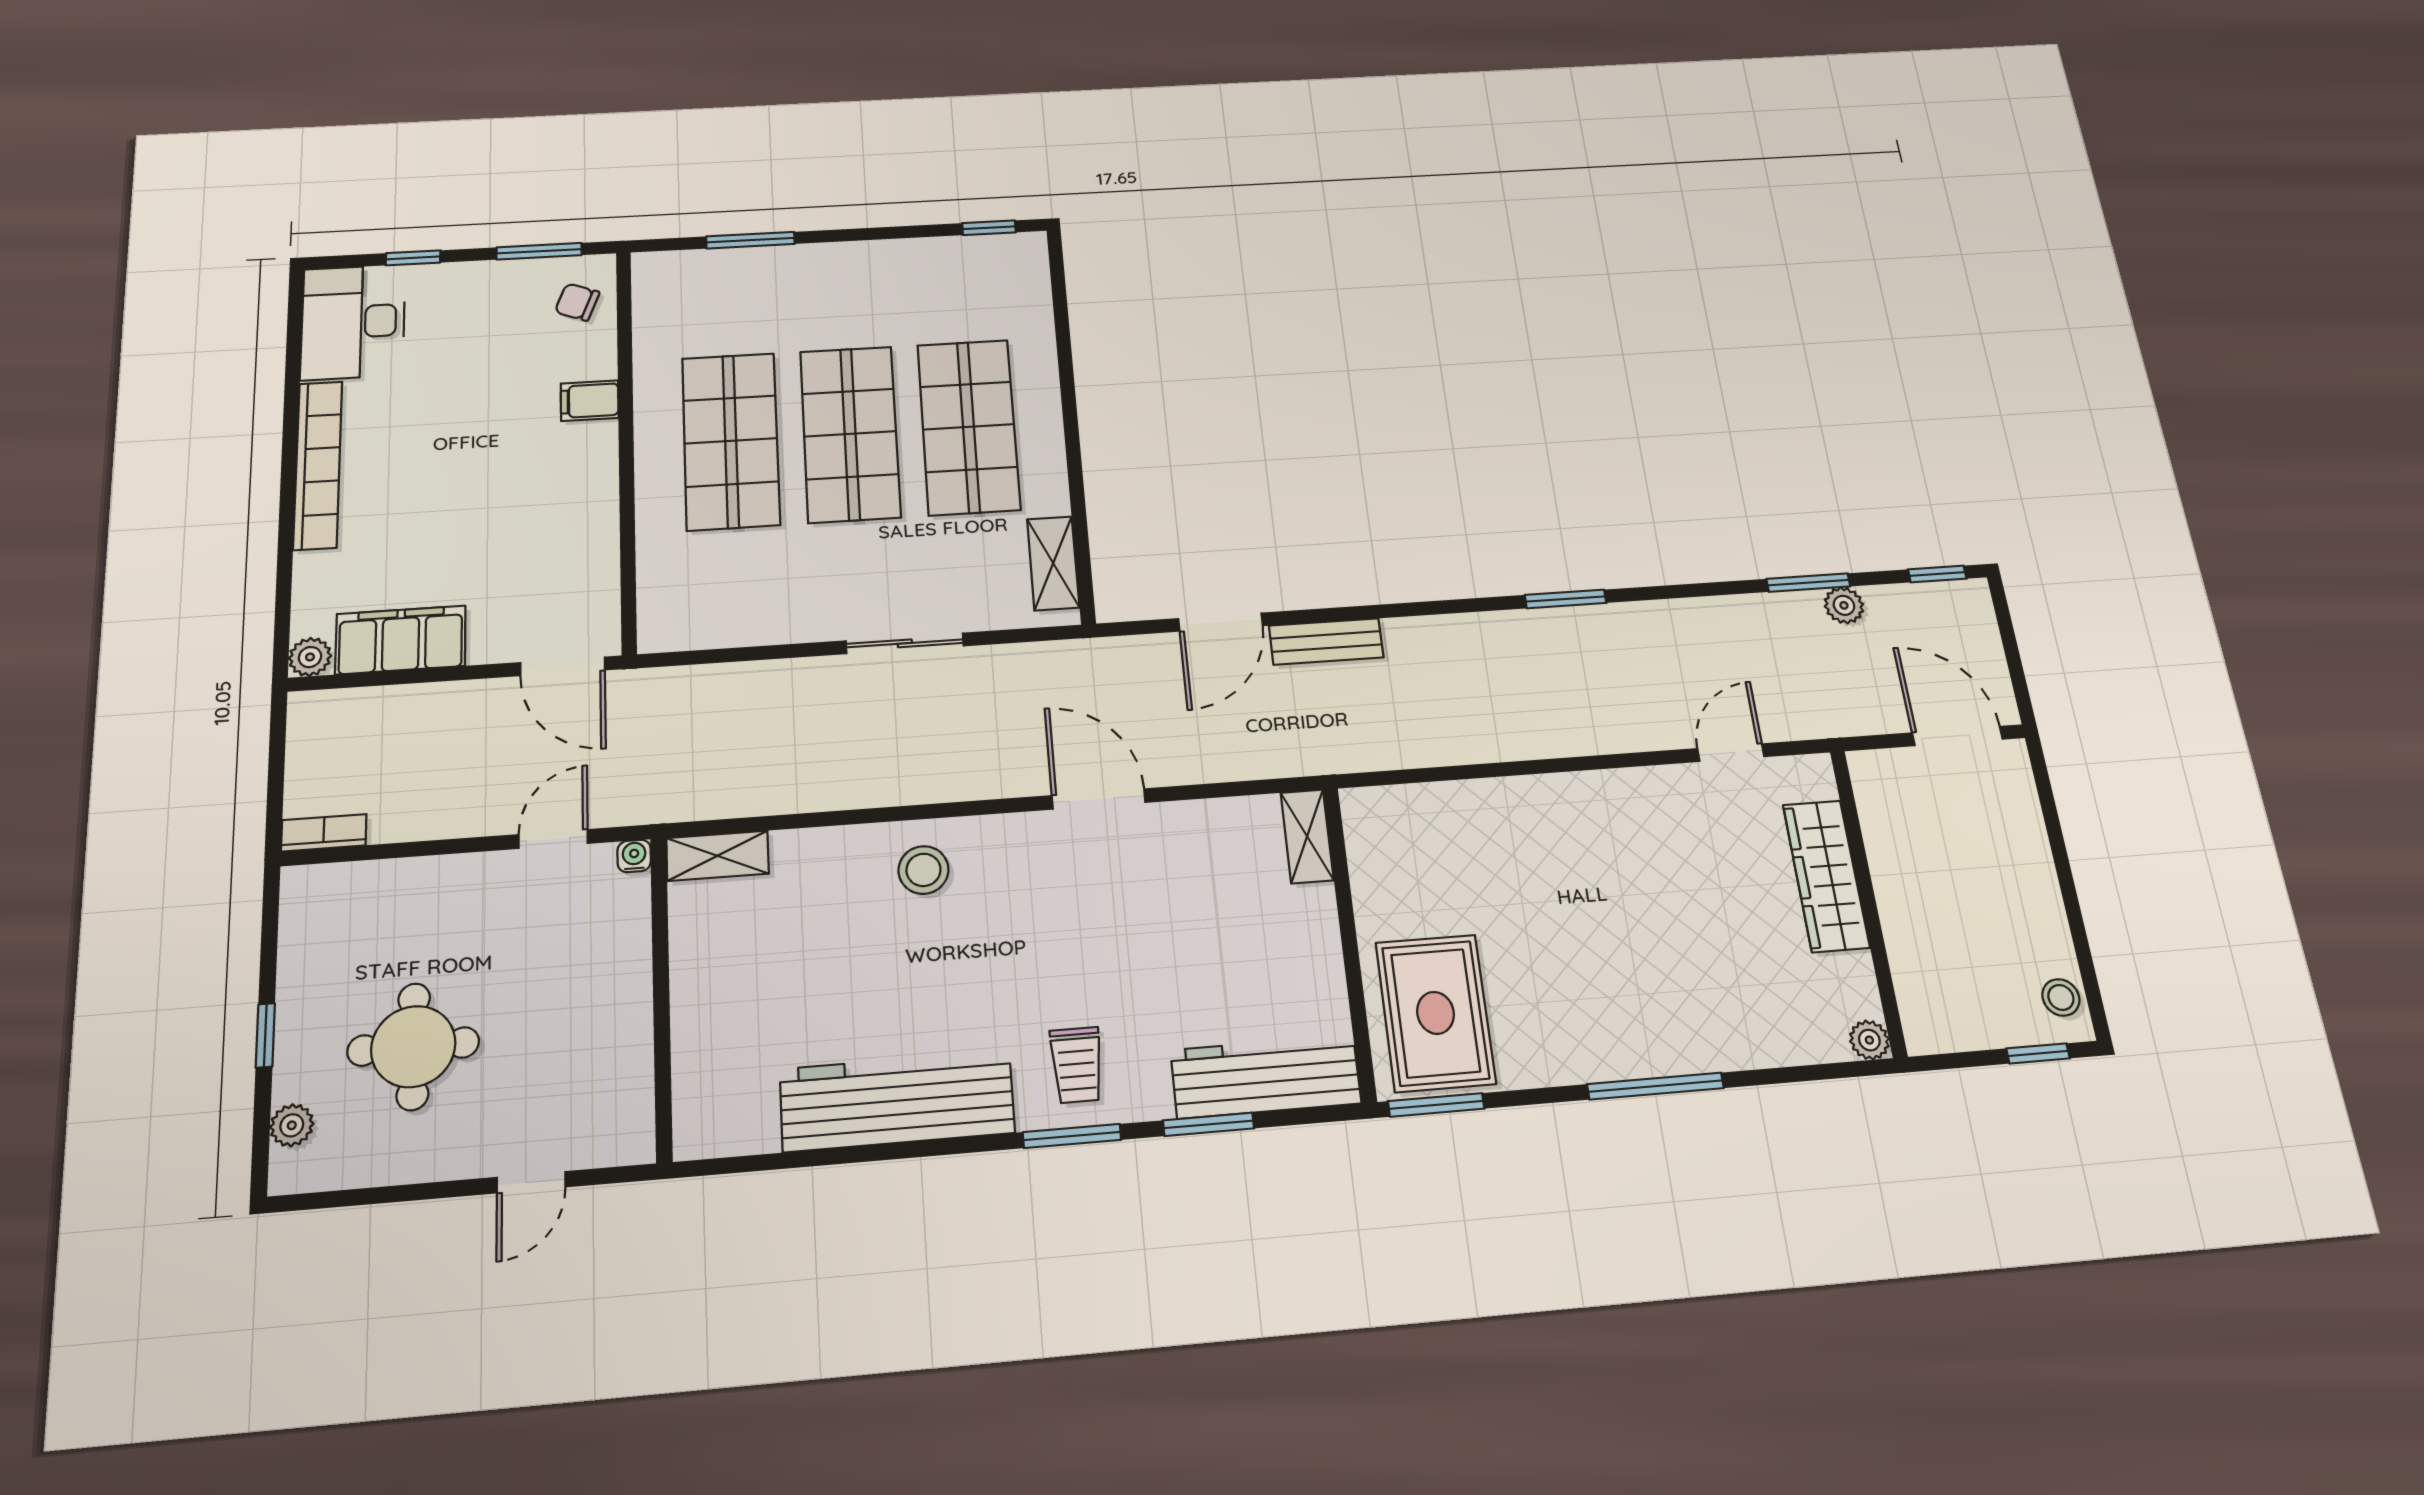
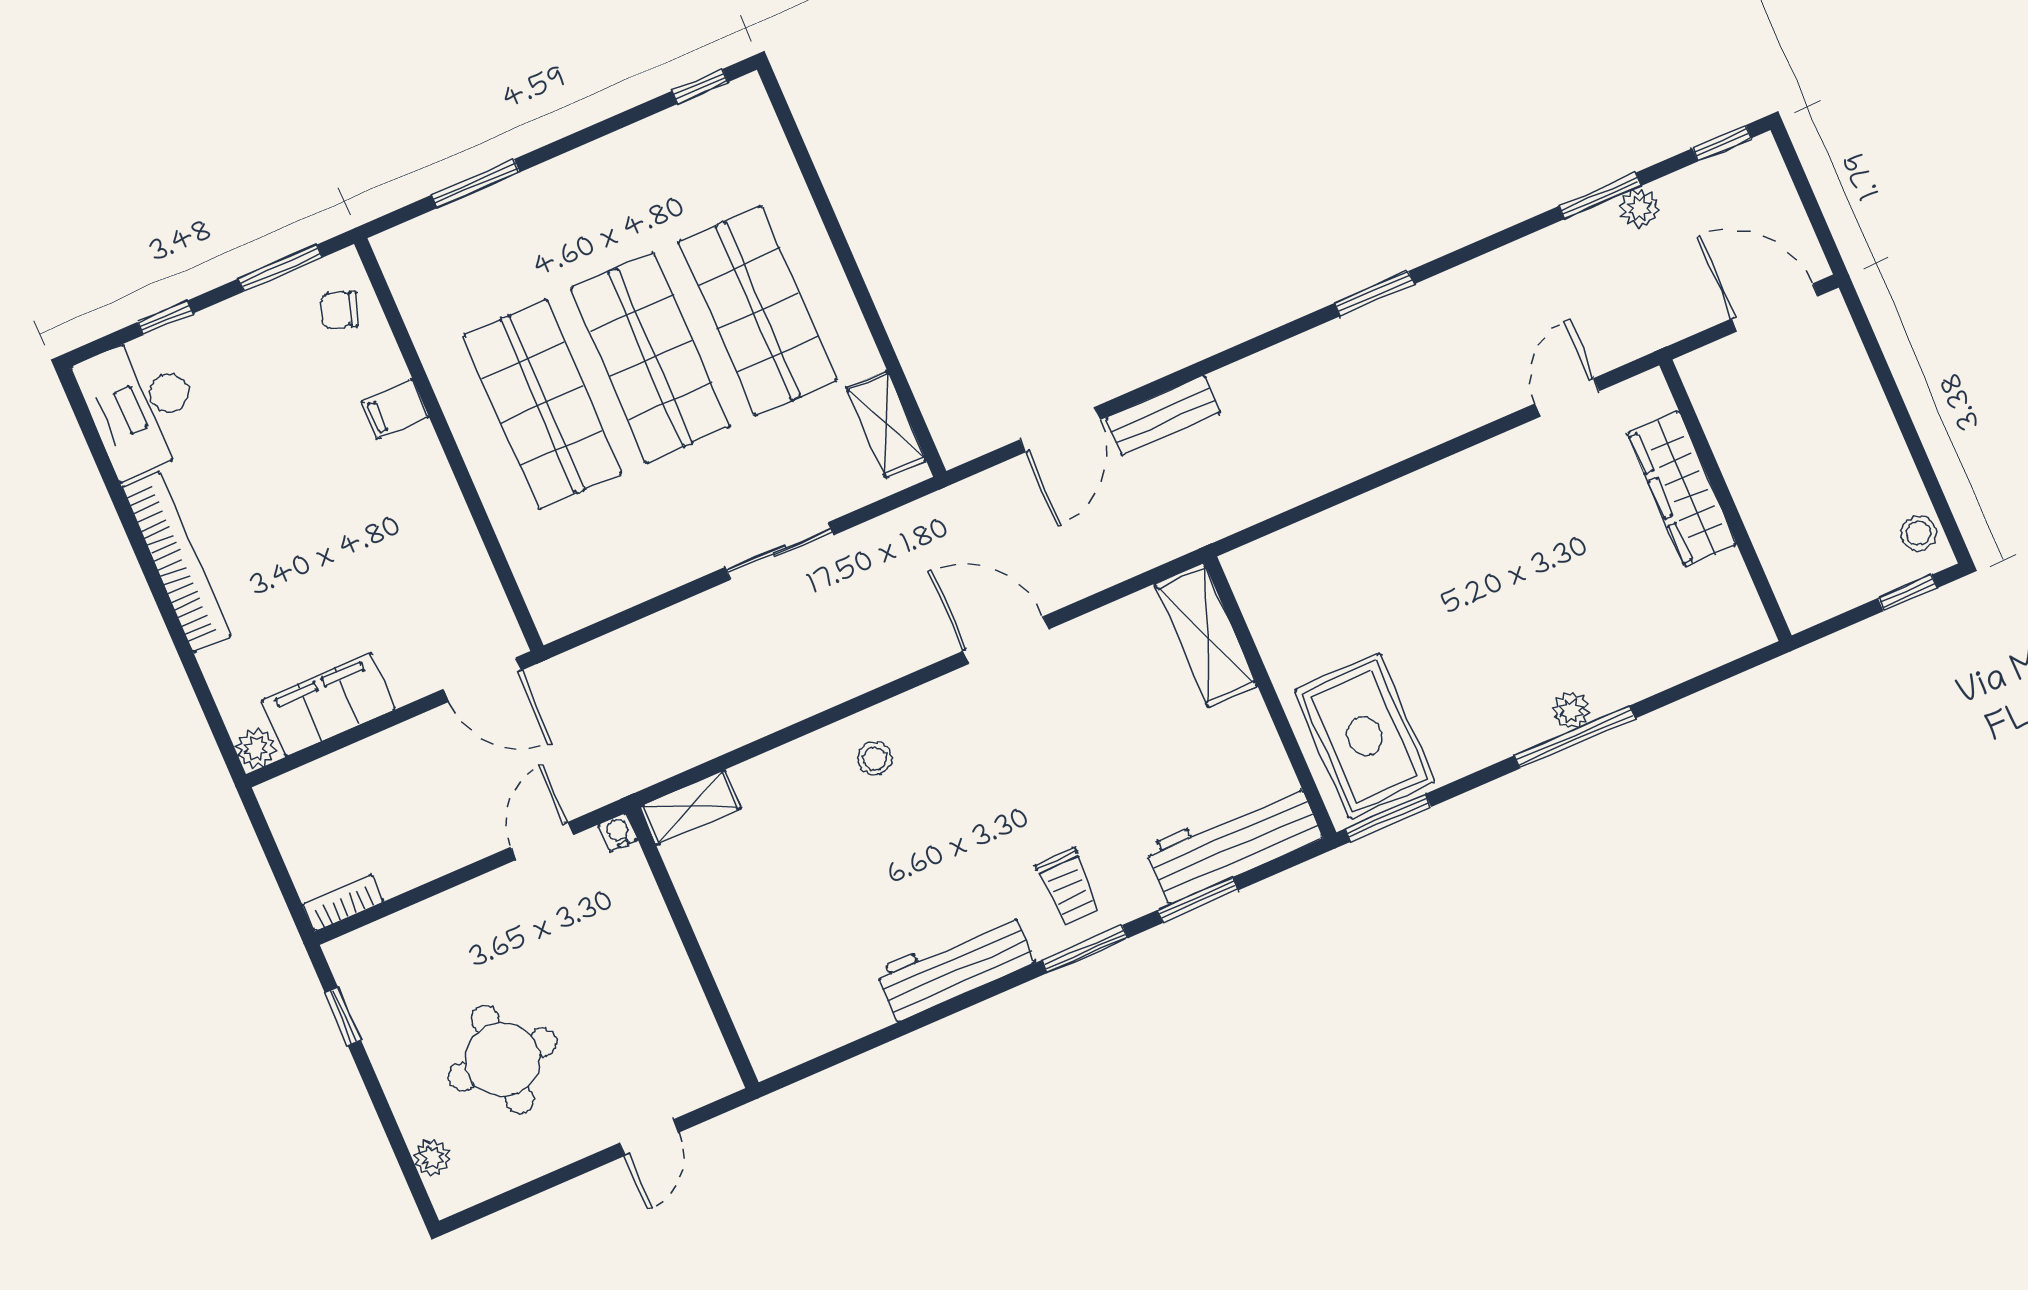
shelving: (1307, 836) -> (1206, 635), width x1.50, depth x1.33
stool: (923, 870) -> (874, 759), width x0.73, depth x0.73
window: (265, 1035) -> (343, 1016), moved
plant: (1869, 1040) -> (1571, 711), moved
workbench: (897, 1101) -> (955, 966), width x0.73, depth x0.76

